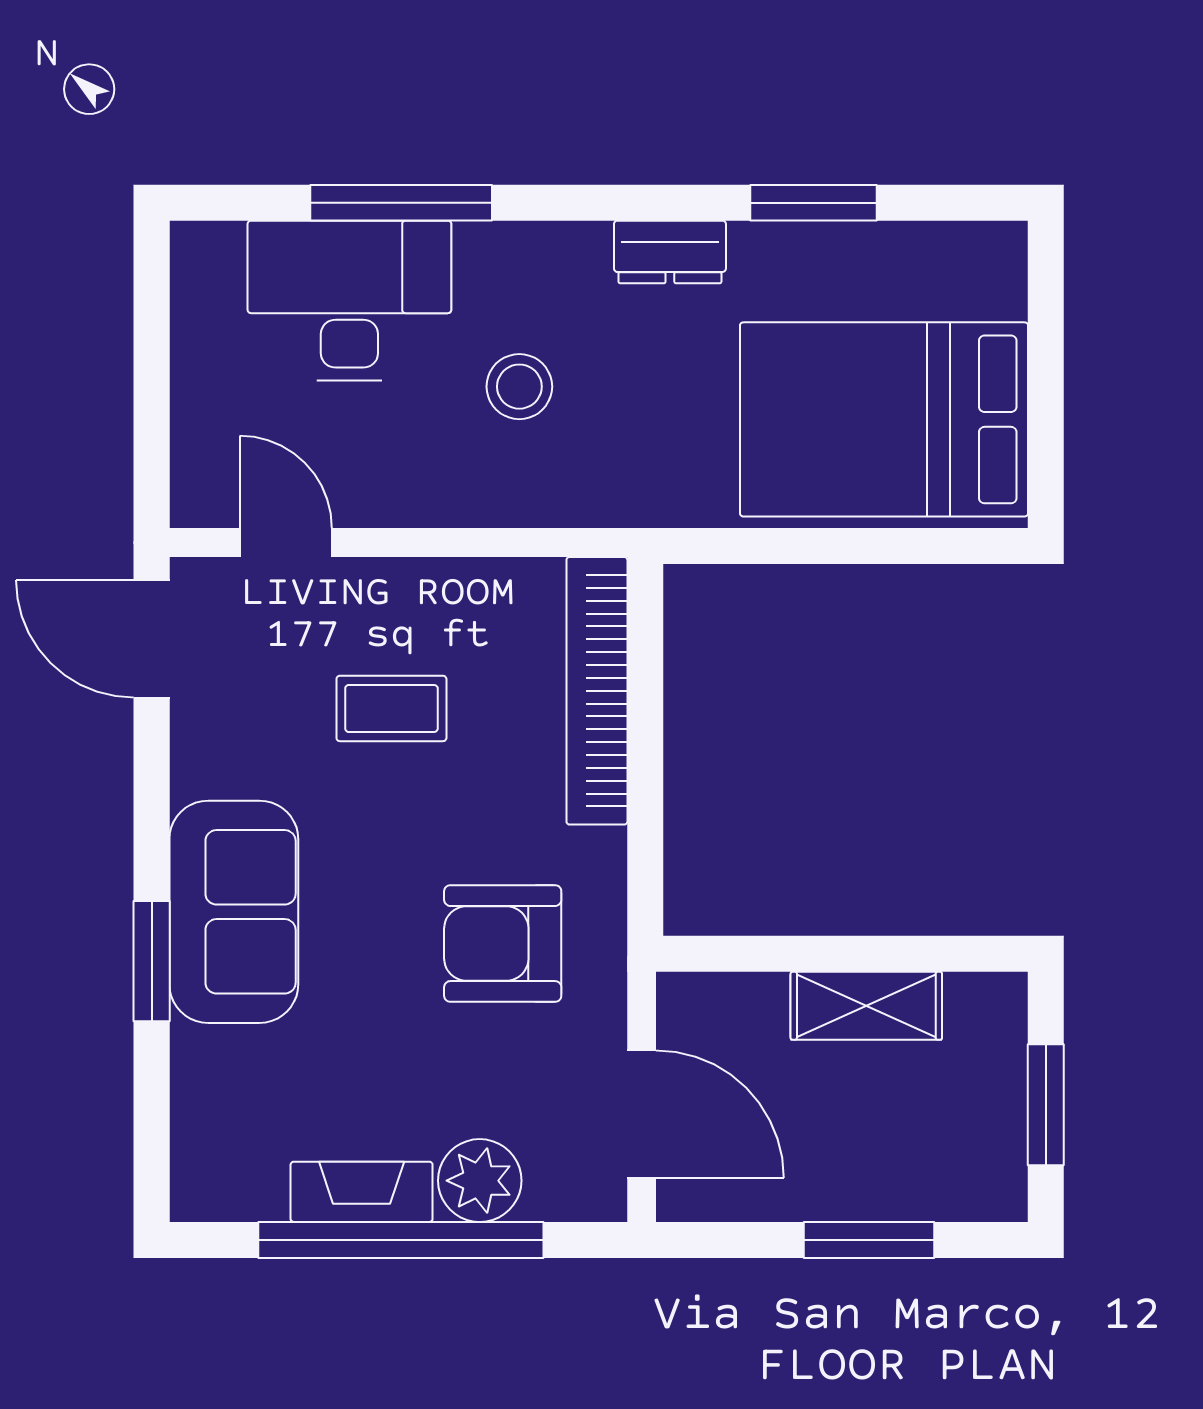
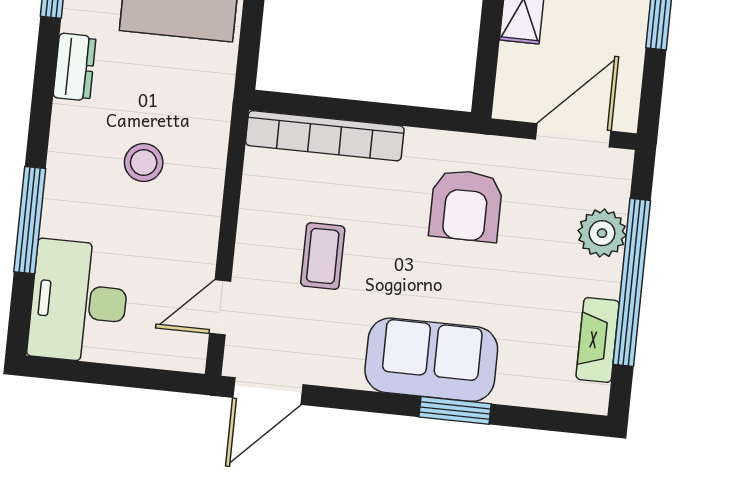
desk: (349, 300) -> (79, 301), moved
fireplace: (362, 1192) -> (598, 340), moved

